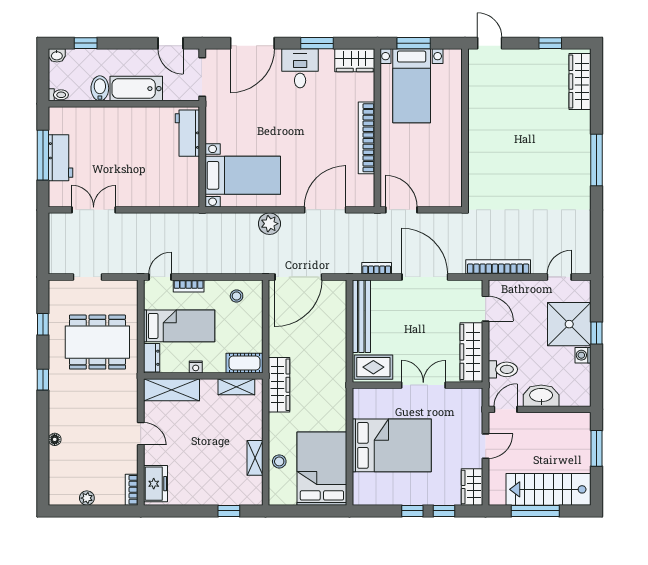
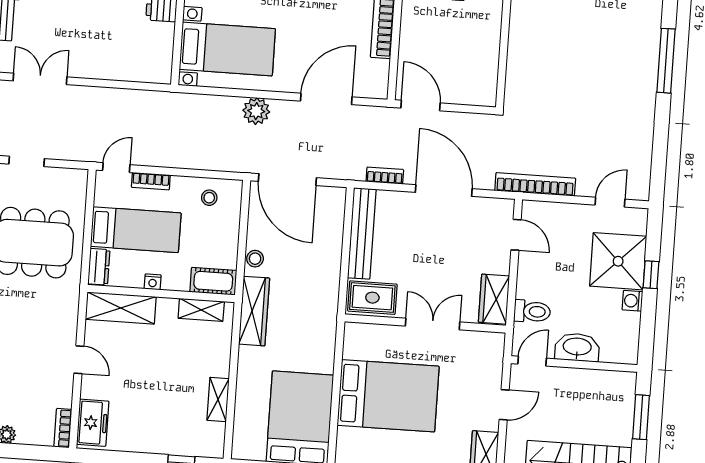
door: (298, 277) -> (287, 180), hinge flipped
wardrobe: (471, 352) -> (494, 299), width x0.67
stool: (279, 461) -> (255, 259), moved

